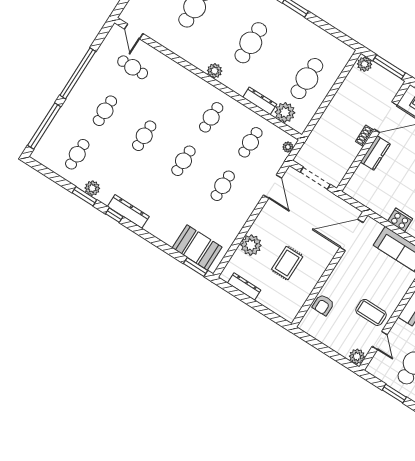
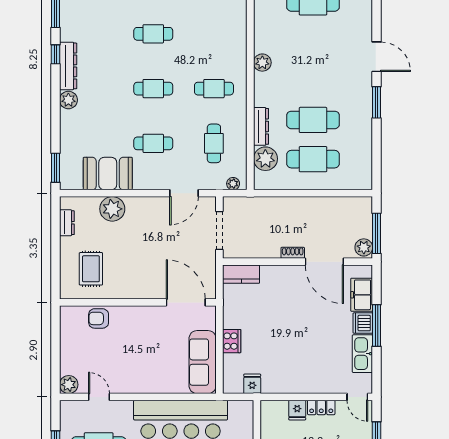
cafe table: (251, 43) -> (313, 120), moved
plant: (365, 64) -> (364, 247), moved
cafe table: (250, 142) -> (214, 143), turned 90
kitchen counter: (375, 153) -> (241, 274), moved
plant: (92, 188) -> (68, 100), moved
booth: (197, 247) -> (108, 174), moved, turned 90
rug: (287, 263) -> (91, 269), moved, turned 90
dresser: (244, 287) -> (67, 223), width x0.70
coffee table: (371, 312) -> (121, 371), removed
door: (380, 340) -> (99, 397), swing flipped

